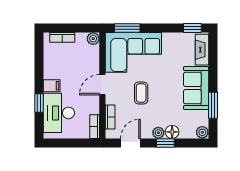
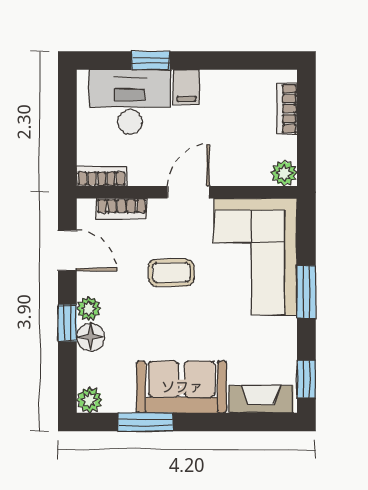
window: (127, 28) -> (306, 292), moved
door: (102, 85) -> (188, 192), hinge flipped

